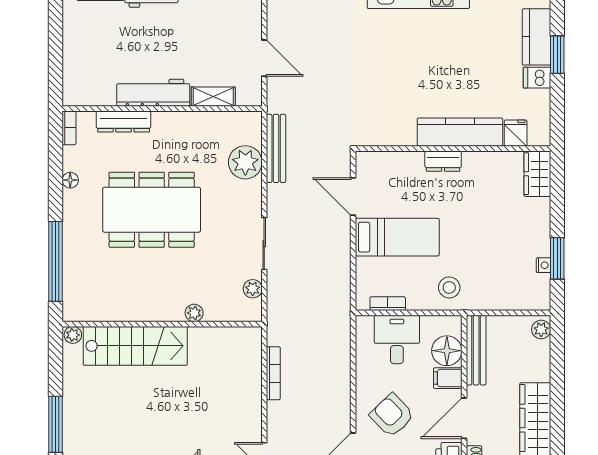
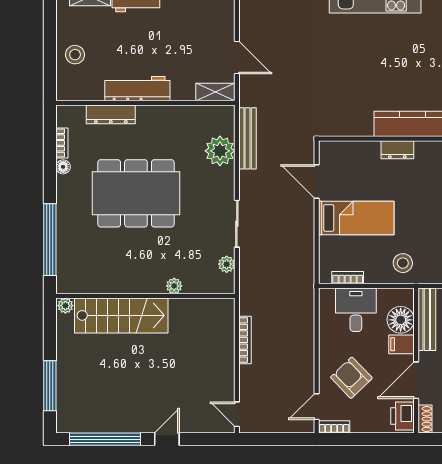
stool: (84, 55) -> (75, 55), added
shelving: (213, 97) -> (215, 92), moved
bookcase: (69, 128) -> (62, 143), moved

